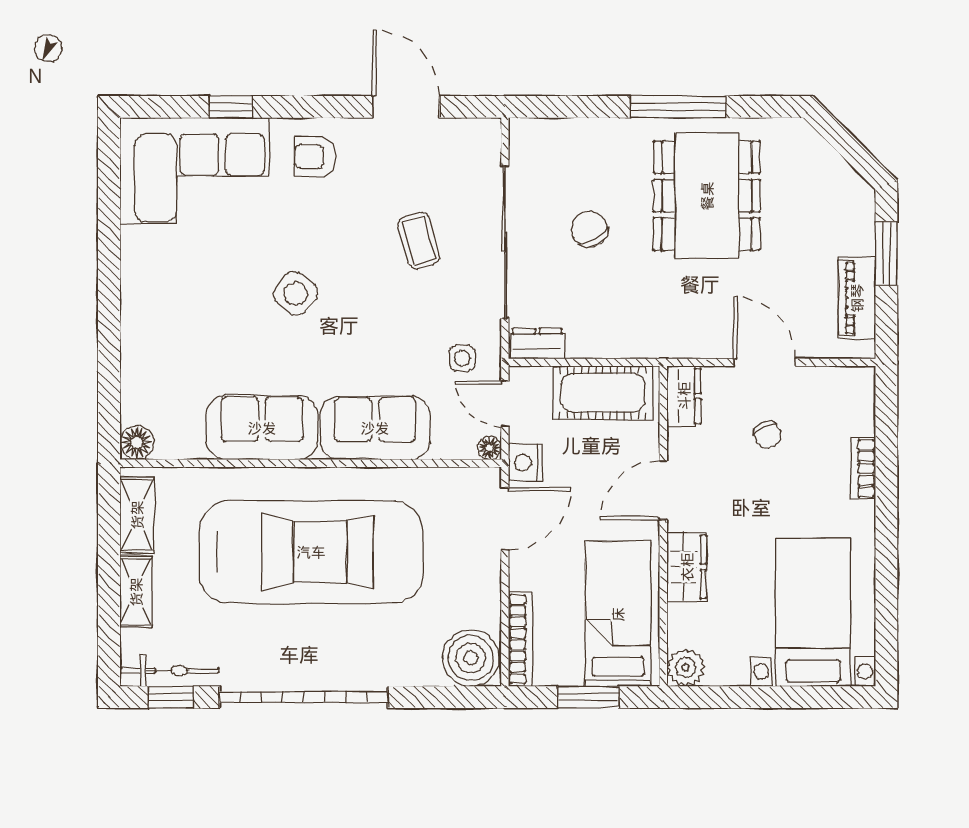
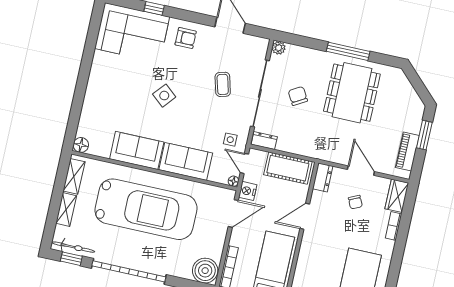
plant: (524, 133) -> (279, 48), added
armchair: (315, 157) -> (186, 38), turned 180
wardrobe: (687, 567) -> (397, 196), moved, turned 180

